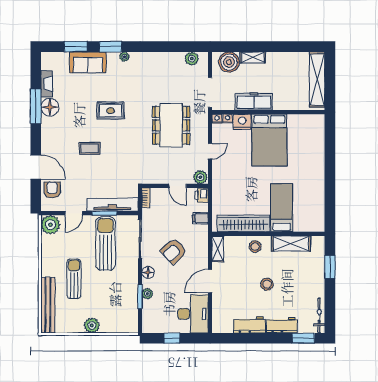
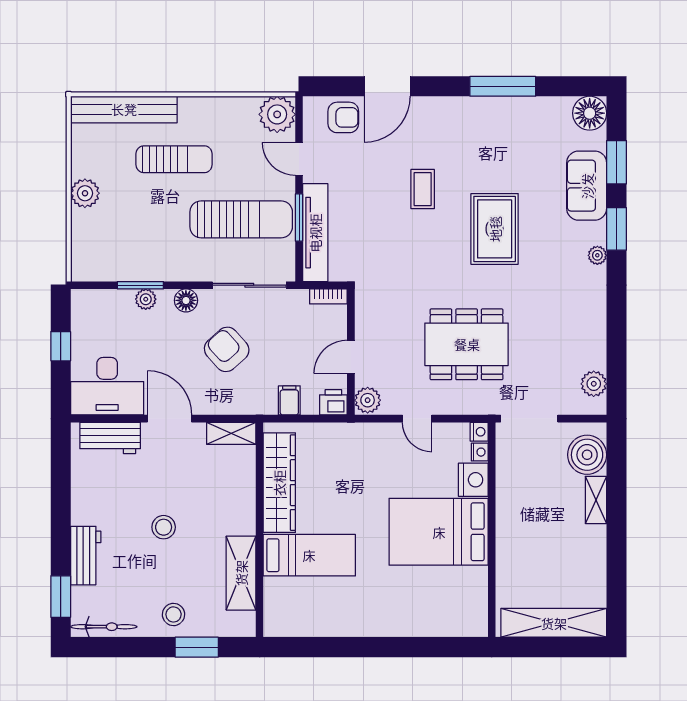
fireplace: (47, 84) -> (545, 107), removed
freezer: (254, 102) -> (512, 502), removed
floor lamp: (50, 107) -> (590, 113), moved
rug: (111, 111) -> (495, 229), width x1.36, depth x1.43
stool: (255, 247) -> (174, 614), moved
workbench: (250, 325) -> (110, 438), moved, turned 90

